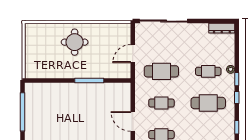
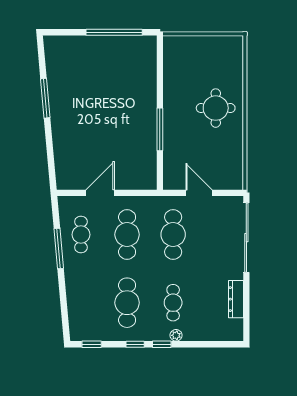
dresser: (222, 28) -> (236, 299), moved
cafe table: (161, 103) -> (127, 235), width x1.37, depth x1.35

